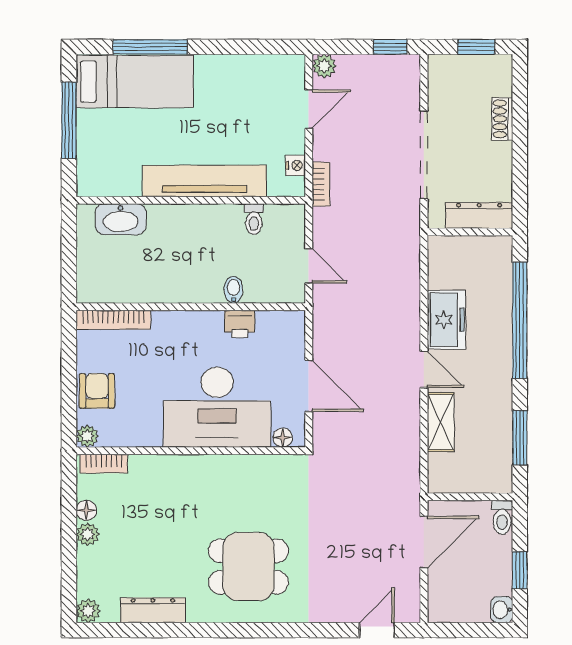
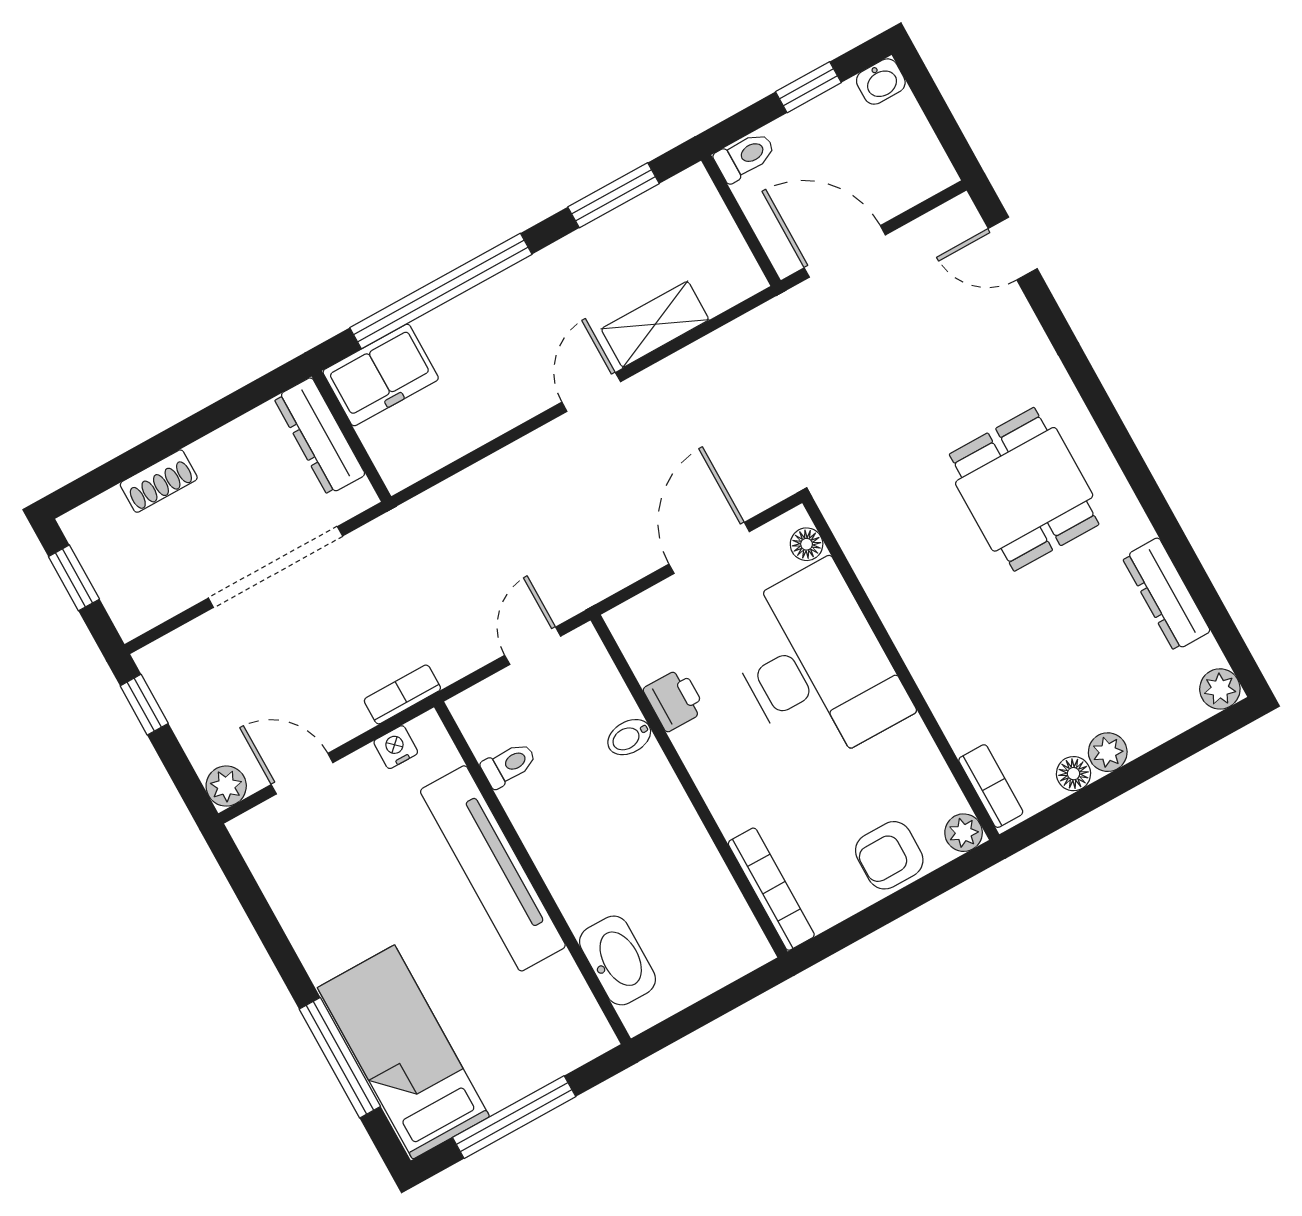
freezer: (447, 320) -> (381, 375), moved, turned 180

